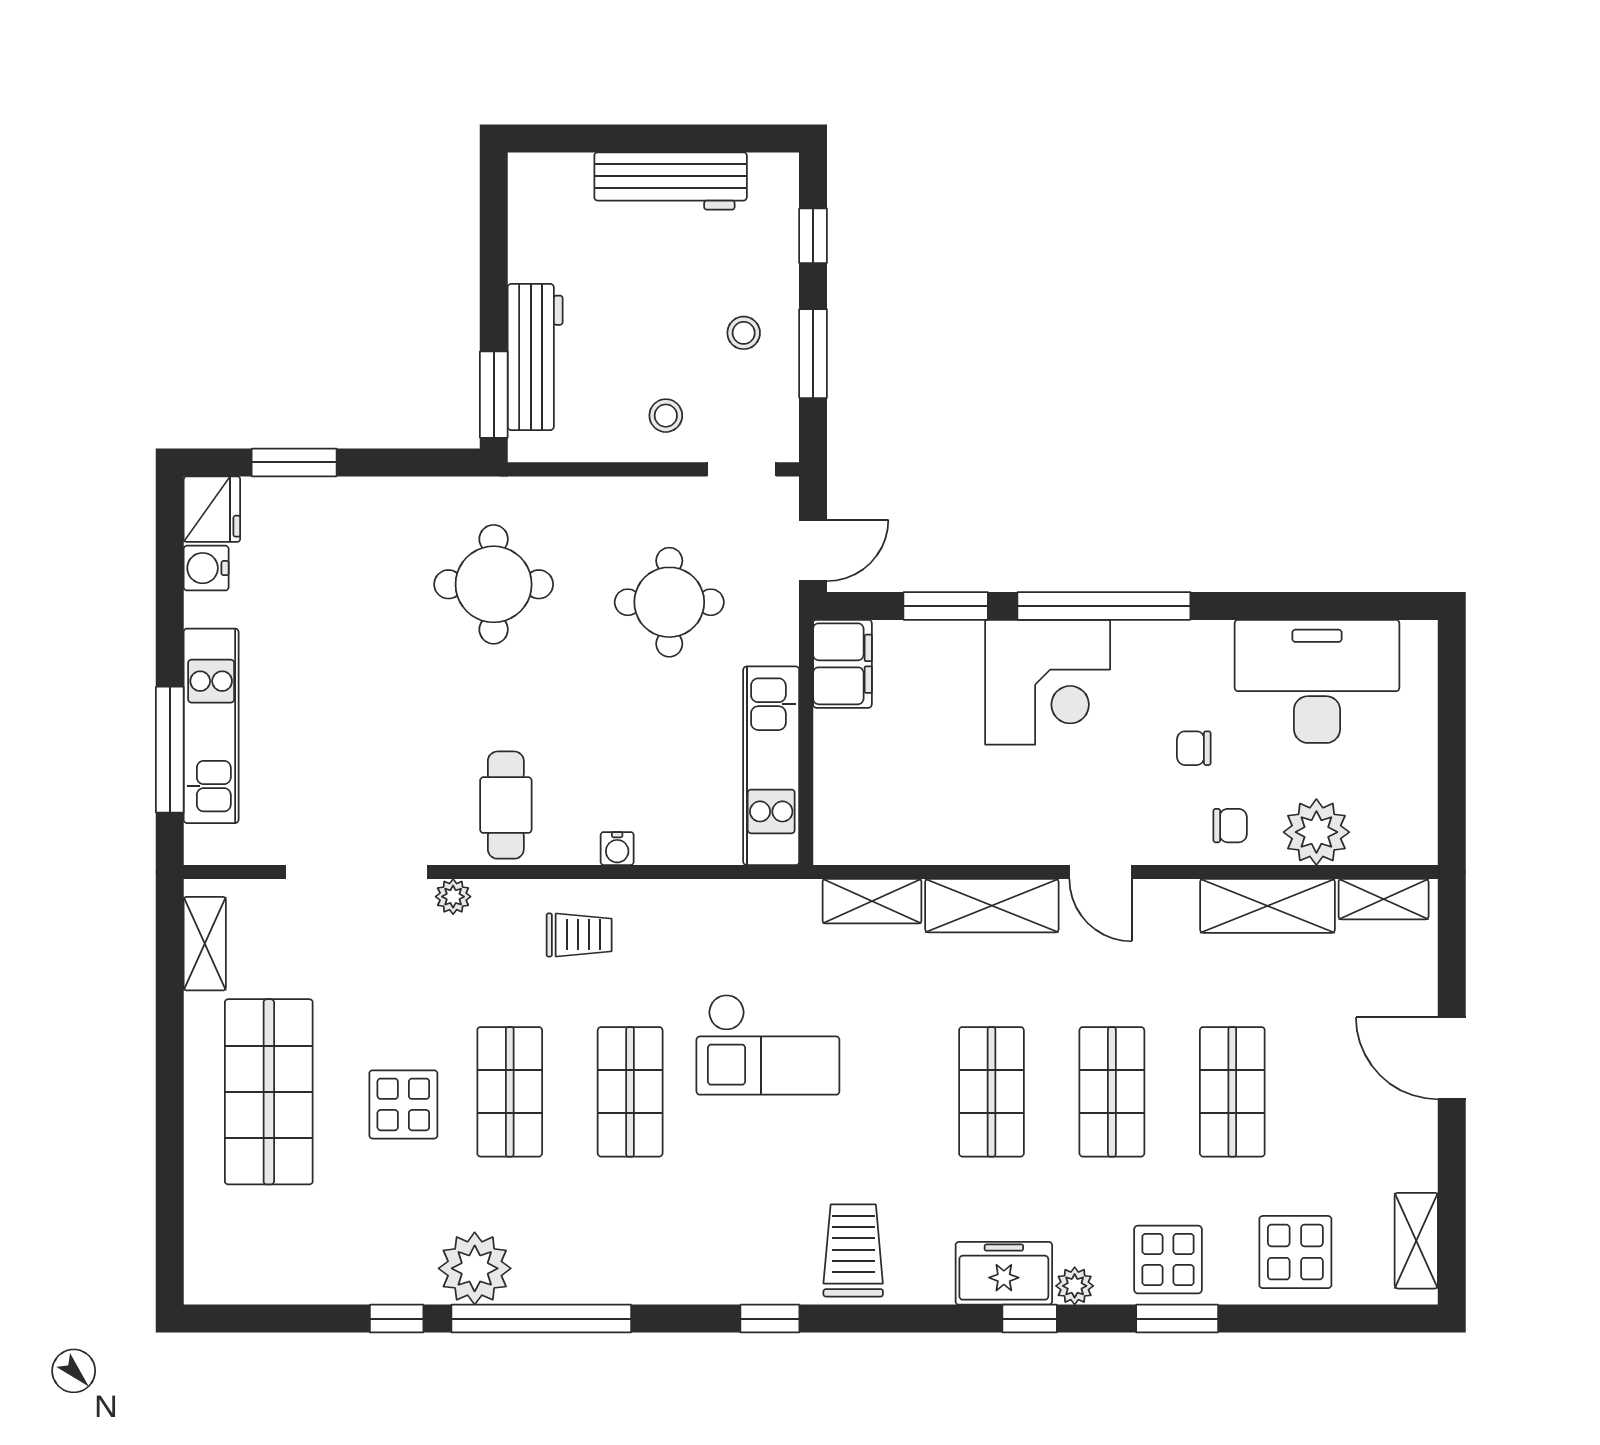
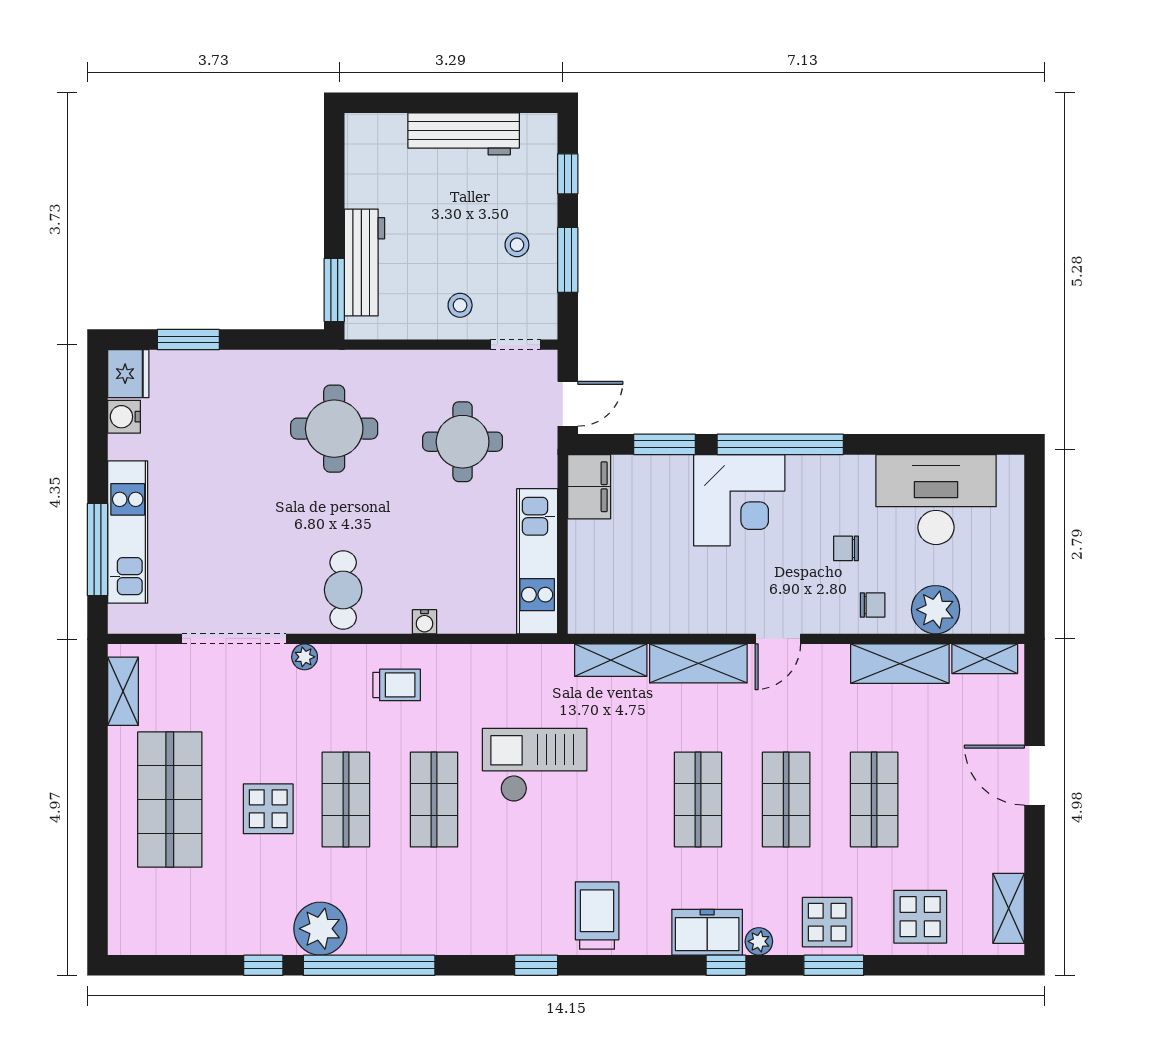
door: (1101, 872) -> (778, 639), hinge flipped
checkout: (768, 1045) -> (535, 765), turned 180

